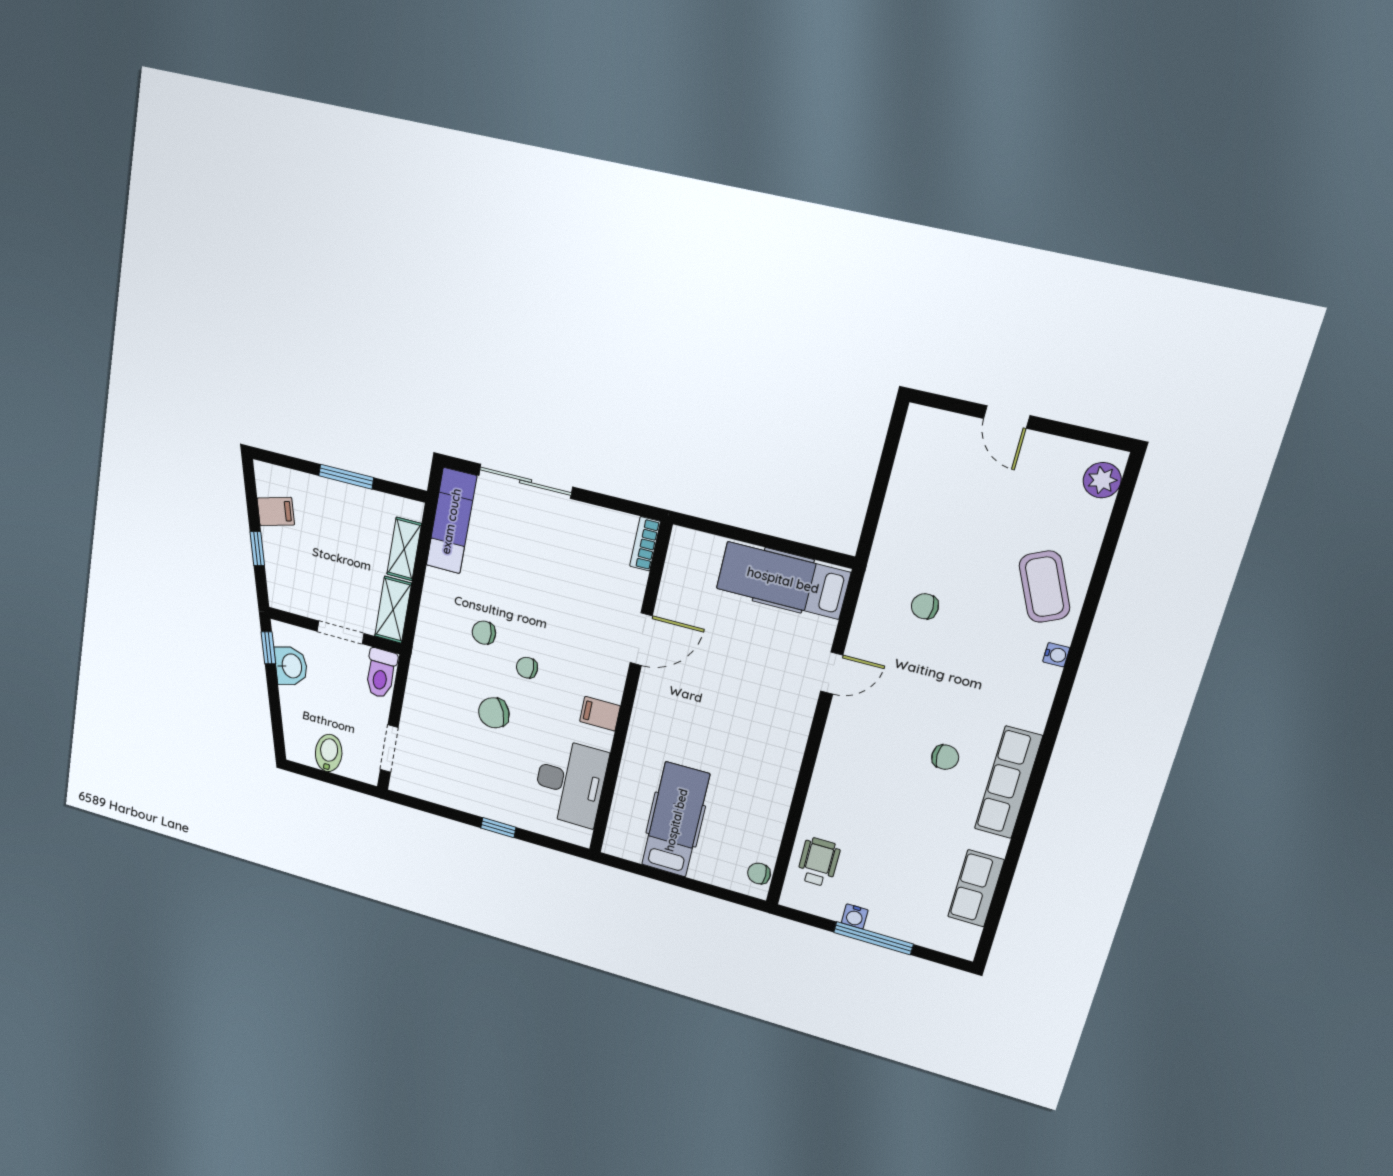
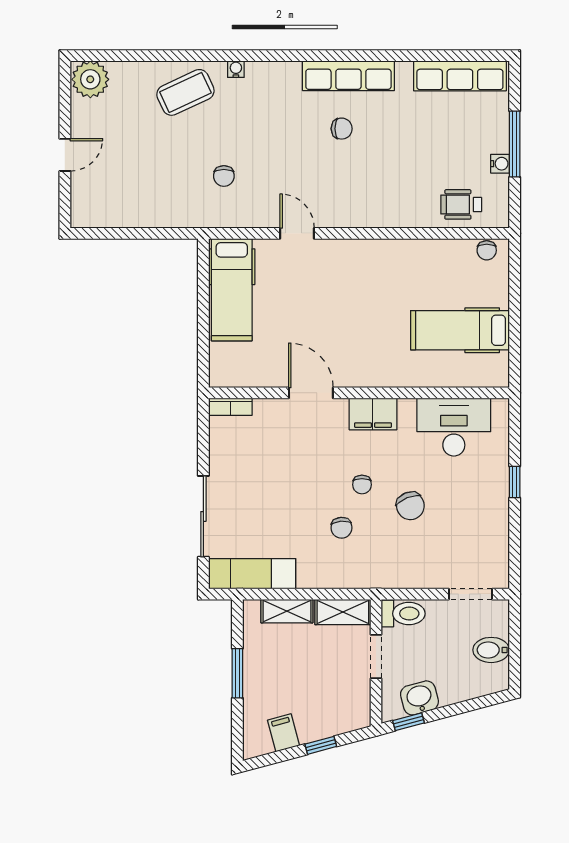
plant: (1102, 480) -> (90, 79), width x1.36, depth x1.36
filing cabinet: (600, 714) -> (373, 414), width x2.00
chair: (945, 757) -> (342, 129), turned 90
row of seats: (976, 888) -> (460, 76), width x1.48

